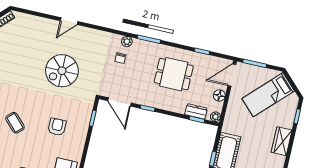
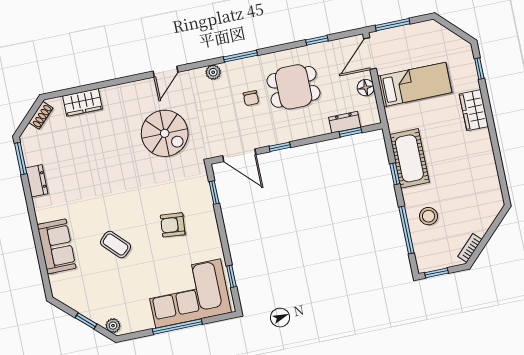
door: (69, 21) -> (166, 72), moved
wardrobe: (35, 23) -> (82, 102), added
chair: (120, 58) -> (251, 98), moved
spiral stairs: (62, 71) -> (165, 133), moved, turned -90
bed: (268, 95) -> (415, 84), moved, turned -135
plant: (215, 117) -> (373, 118), removed
armchair: (57, 127) -> (173, 225), turned -85

